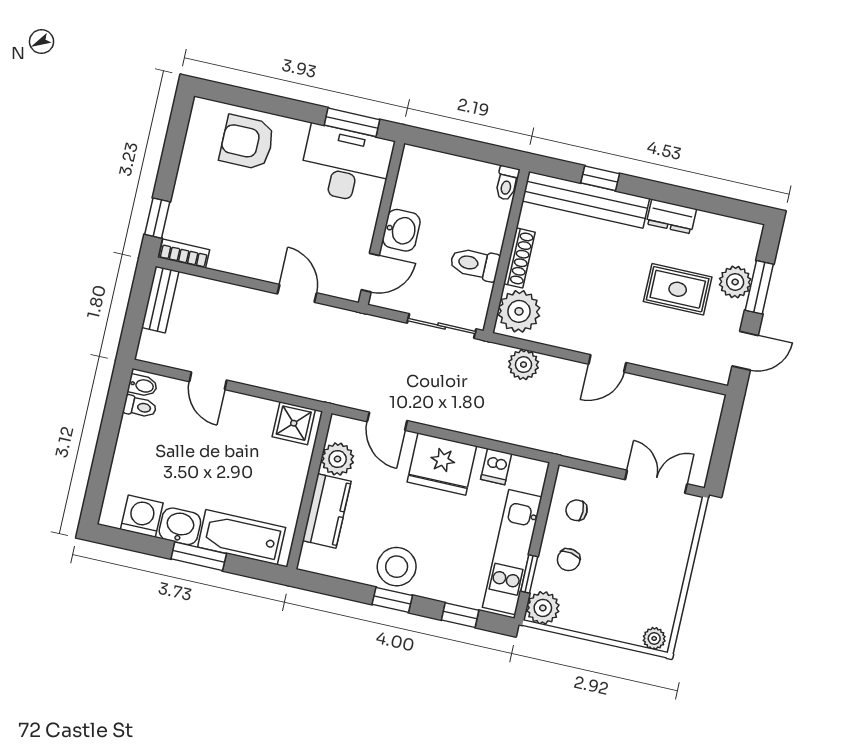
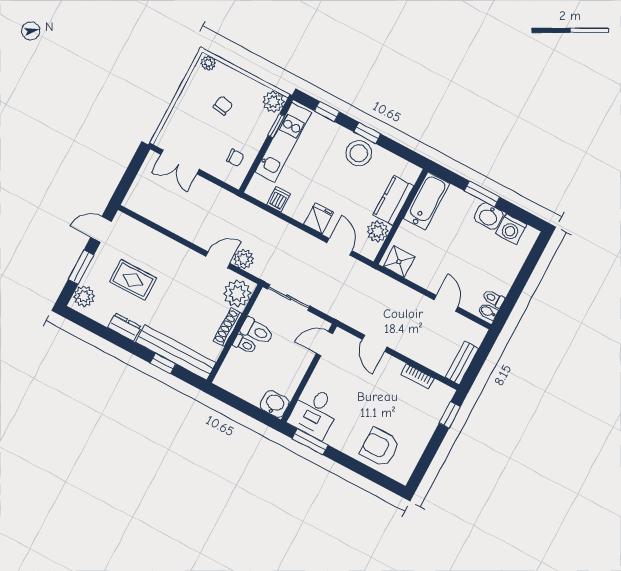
armchair: (247, 142) -> (380, 447), turned 180
desk: (346, 165) -> (314, 413), width x0.73
toilet: (507, 183) -> (245, 344), moved, turned 90
washbasin: (401, 230) -> (275, 404), moved, turned 90
bookcase: (184, 254) -> (417, 376), moved
plant: (735, 282) -> (84, 296), moved
door: (607, 363) -> (218, 260), moved
fridge: (442, 464) -> (319, 218), width x0.53, depth x0.75
bathtub: (242, 537) -> (426, 201), moved, turned -90
chair: (569, 560) -> (223, 106), moved

